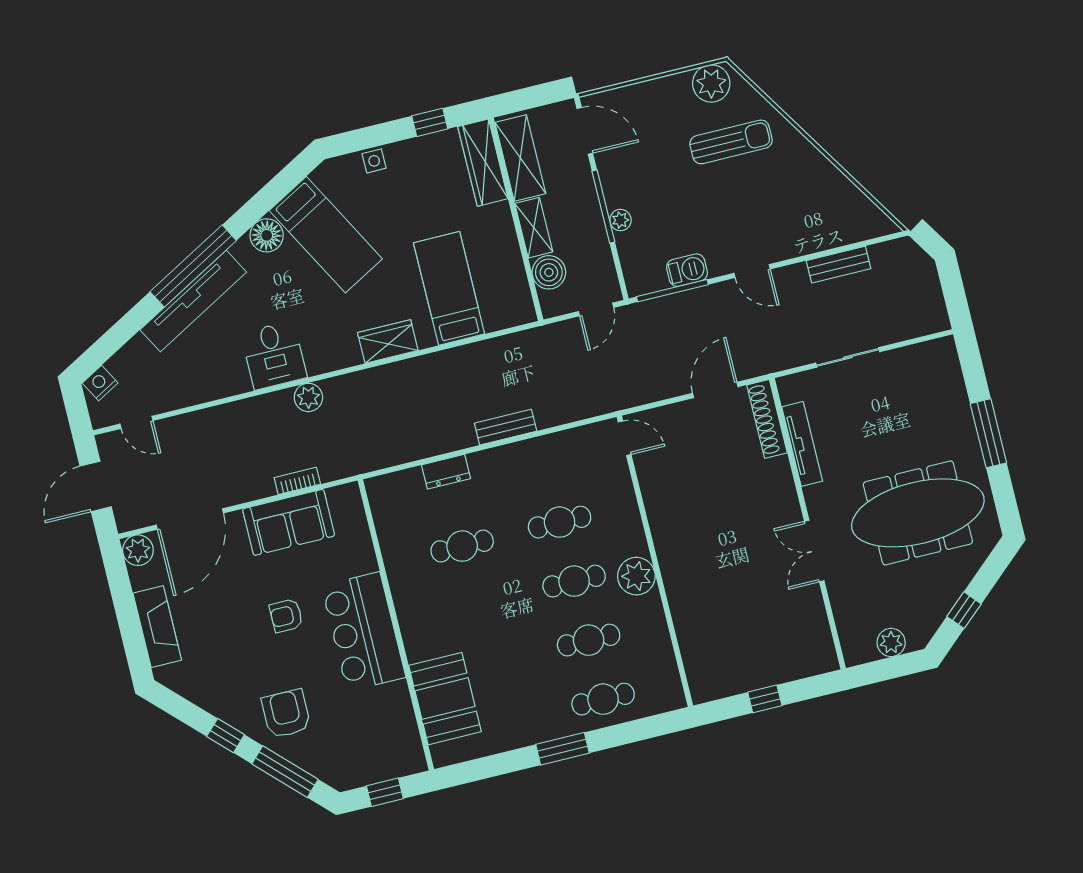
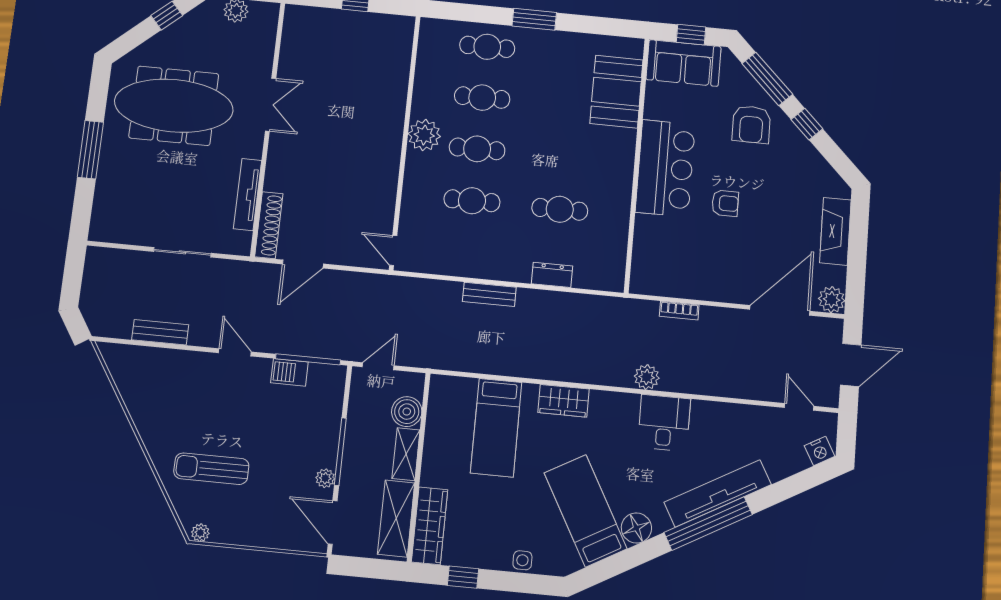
plant: (711, 83) -> (200, 533), width x0.53, depth x0.53
plant: (620, 220) -> (325, 478), moved
sofa: (289, 522) -> (684, 63), moved, turned 180

